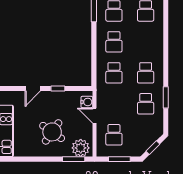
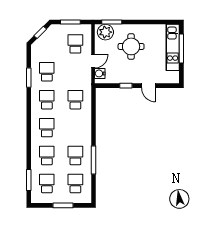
school desk: (114, 42) -> (47, 128), moved
door: (33, 88) -> (148, 86), swing flipped
door: (94, 116) -> (93, 61), hinge flipped
round table: (52, 132) -> (131, 46), turned -35

